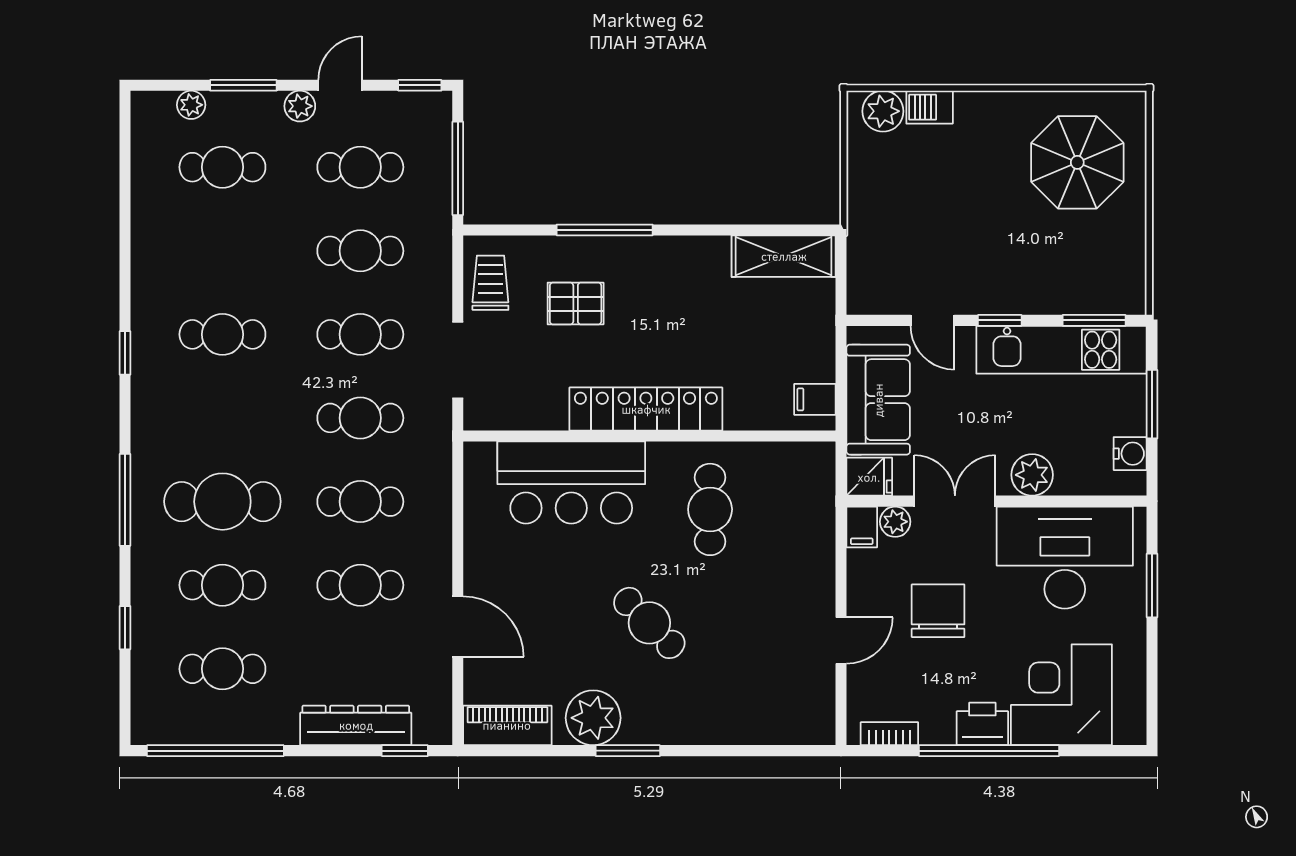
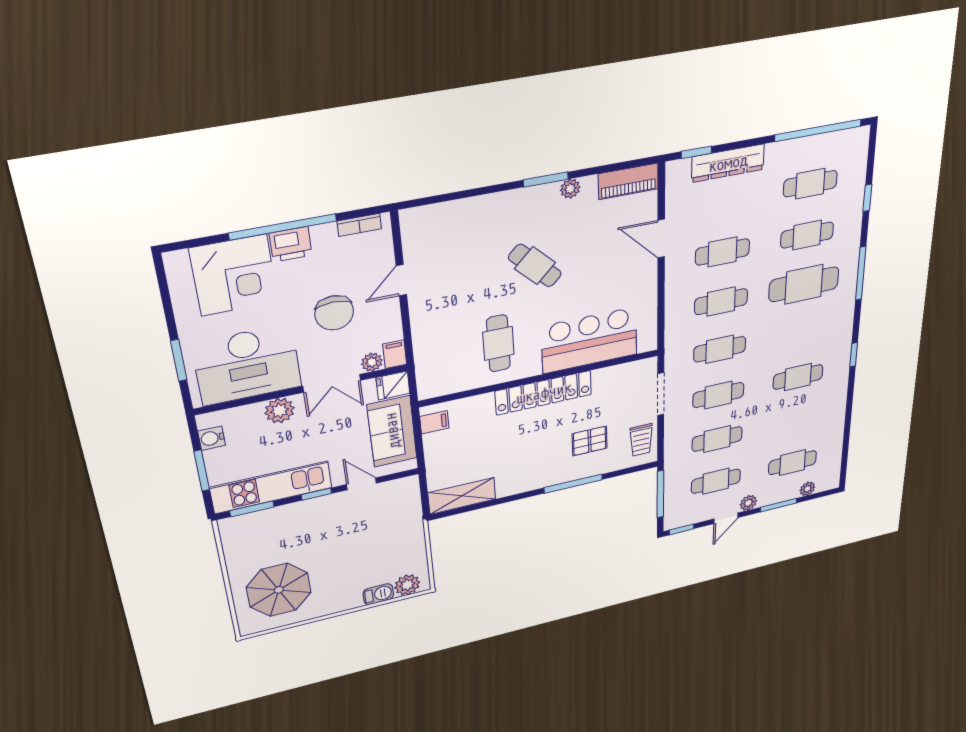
plant: (593, 718) -> (570, 189), width x0.53, depth x0.53

